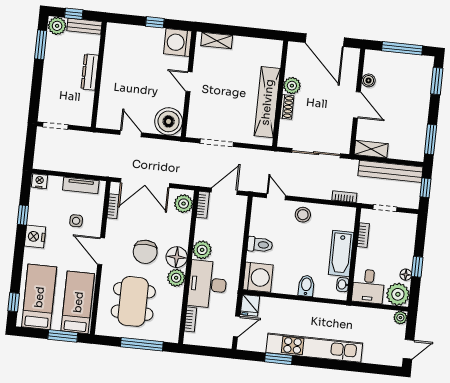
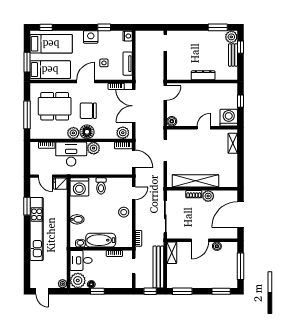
dresser: (90, 72) -> (203, 75), moved
wall: (99, 75) -> (202, 82), moved
boiler: (169, 121) -> (172, 121), width x0.54, depth x0.54

